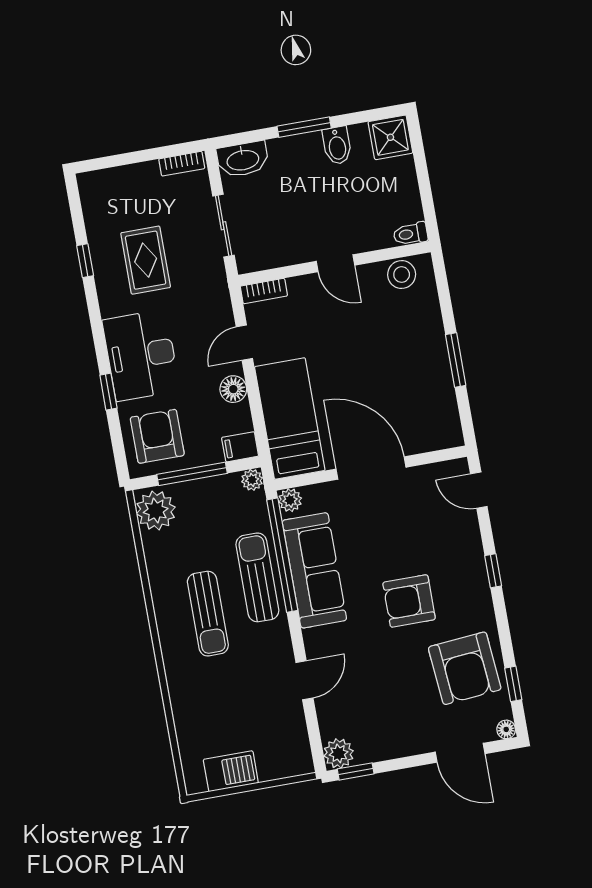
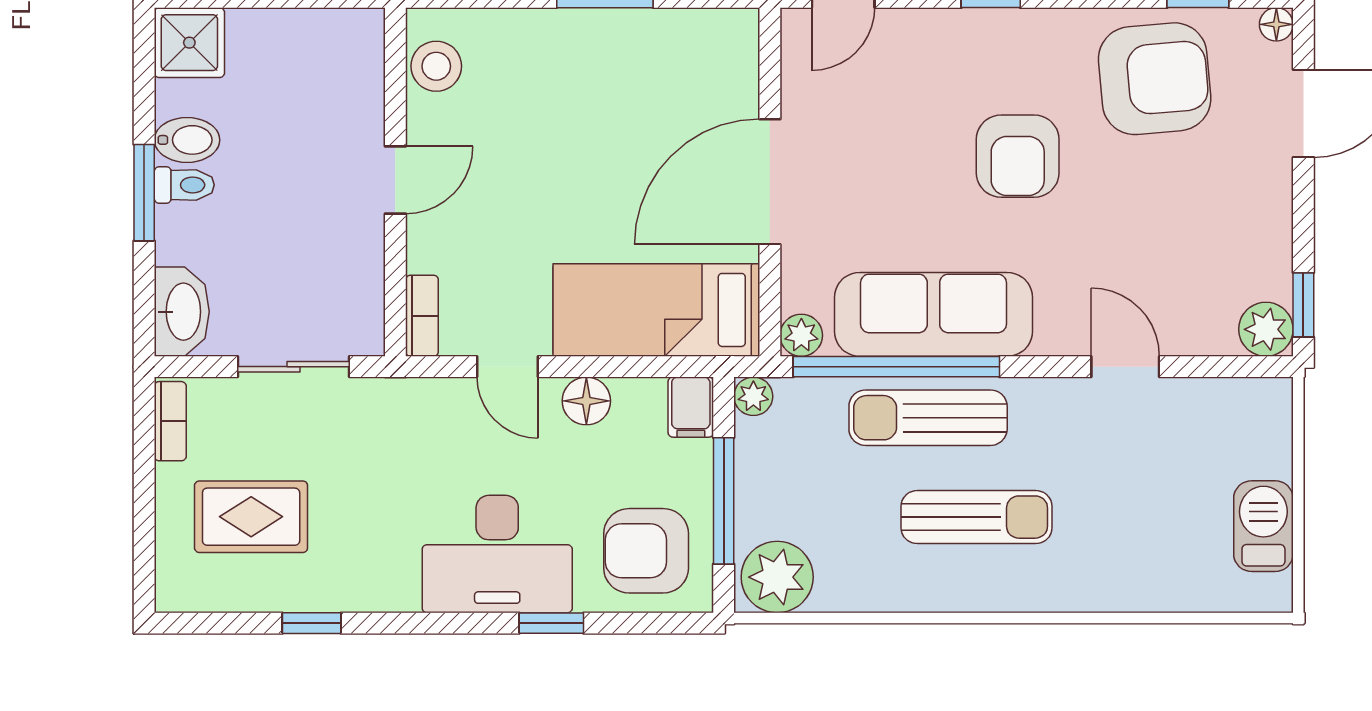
toilet: (411, 234) -> (184, 185), moved, turned -90
rug: (146, 260) -> (251, 517), moved

